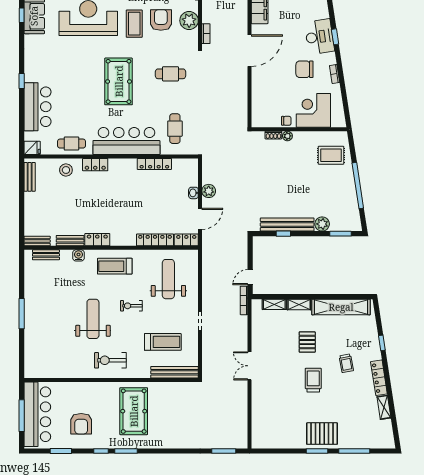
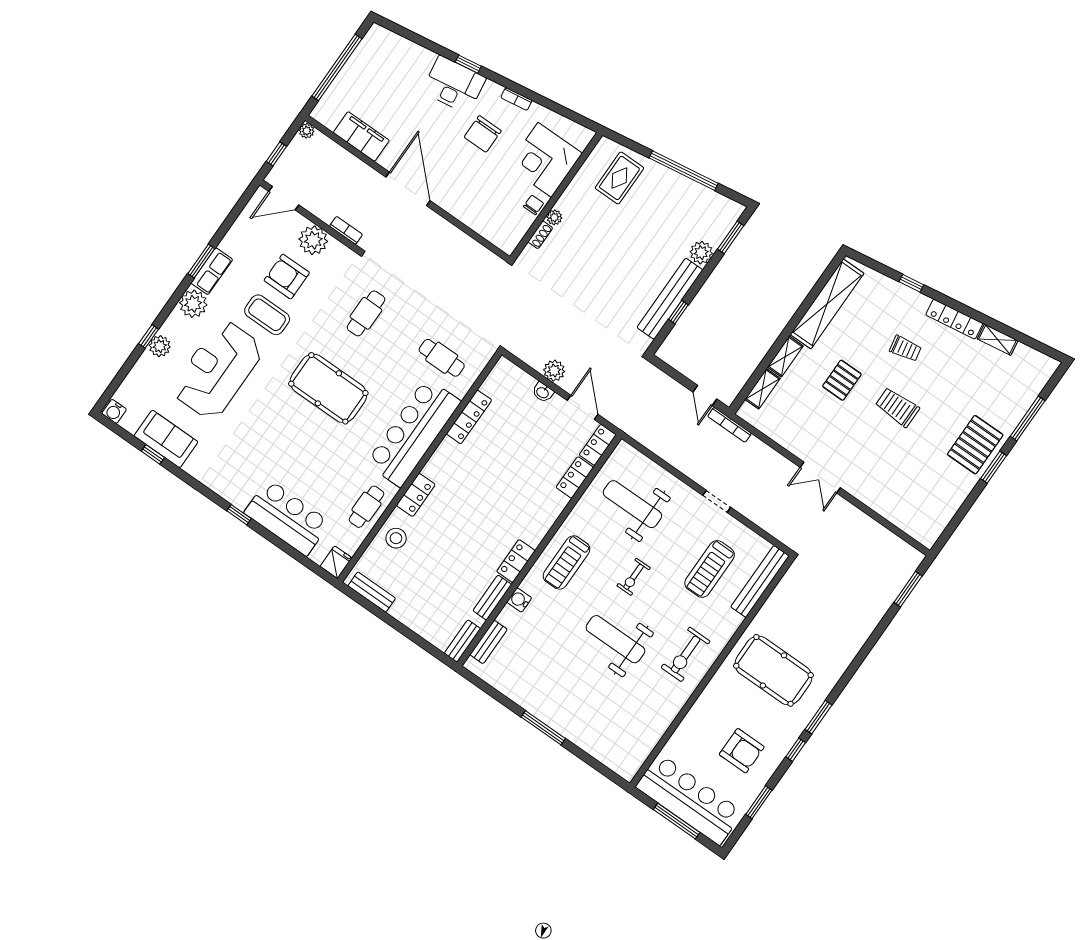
locker: (155, 240) -> (575, 477), width x0.66
treadmill: (163, 342) -> (710, 569), turned 180
pallet: (307, 342) -> (842, 380), turned 90

